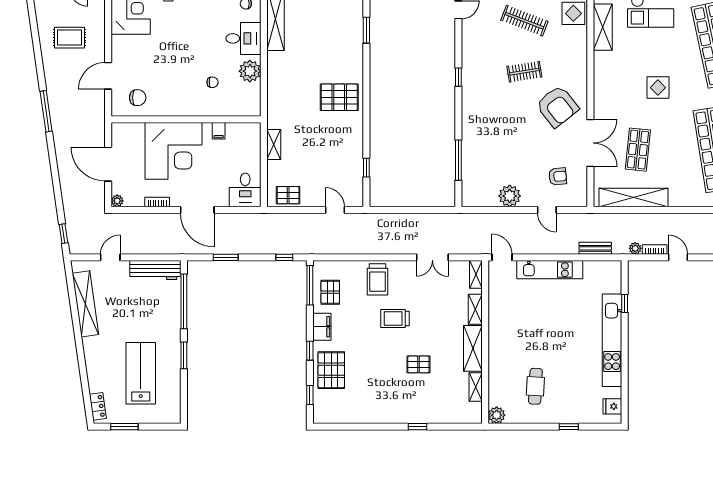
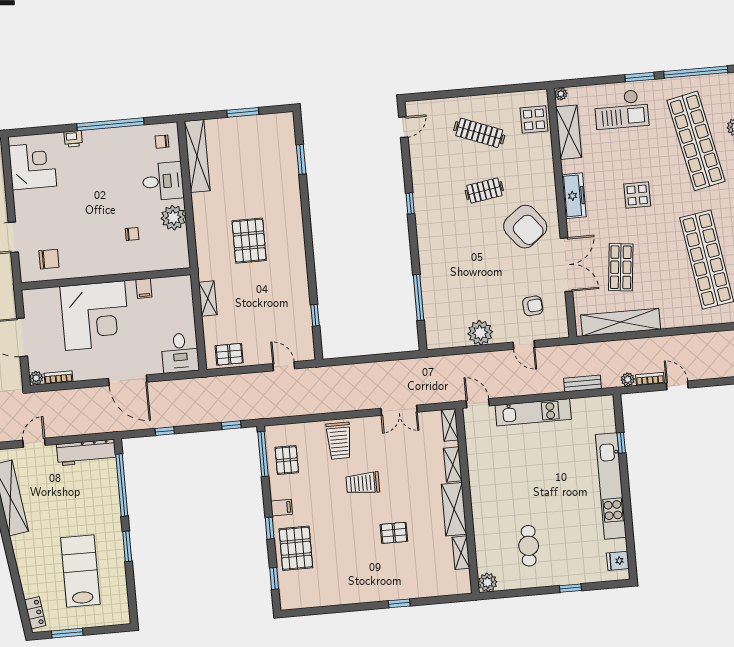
freezer: (602, 83) -> (574, 196), added
pallet: (339, 97) -> (249, 241), moved, turned 90
bookcase: (157, 202) -> (58, 377), moved
window: (226, 257) -> (165, 431), width x0.67
filing cabinet: (322, 327) -> (281, 508), width x0.50

